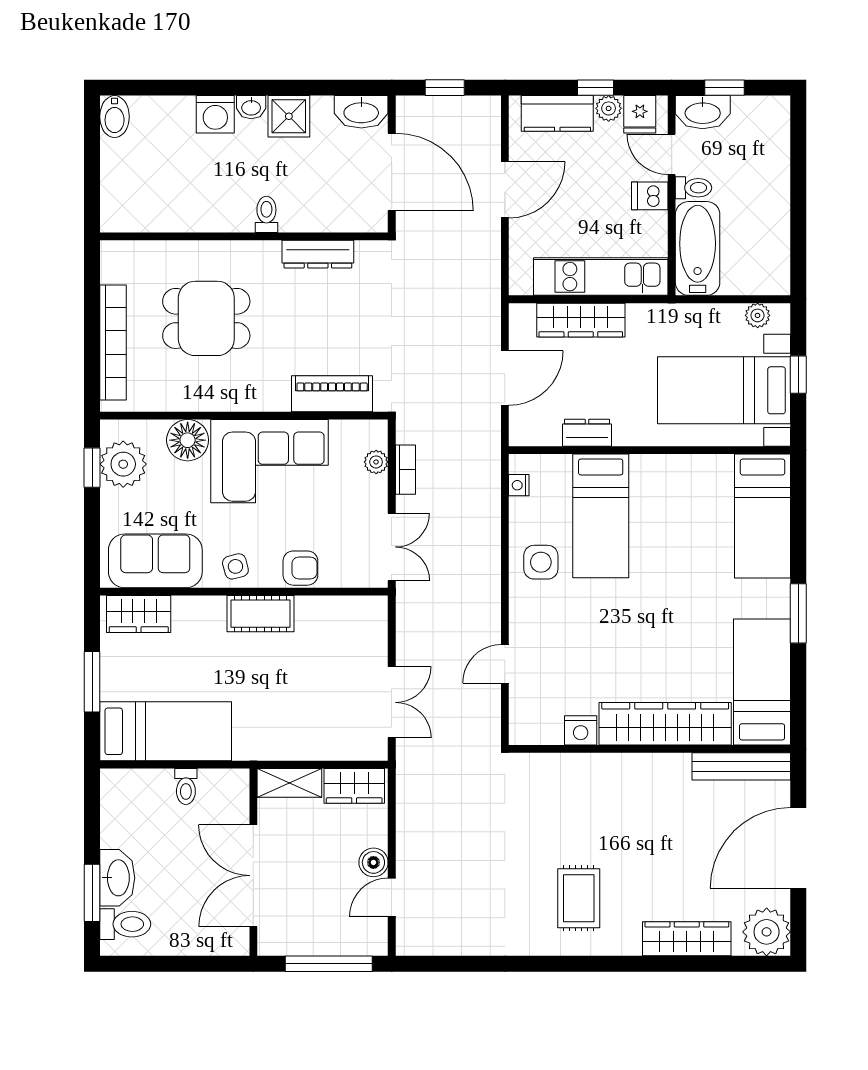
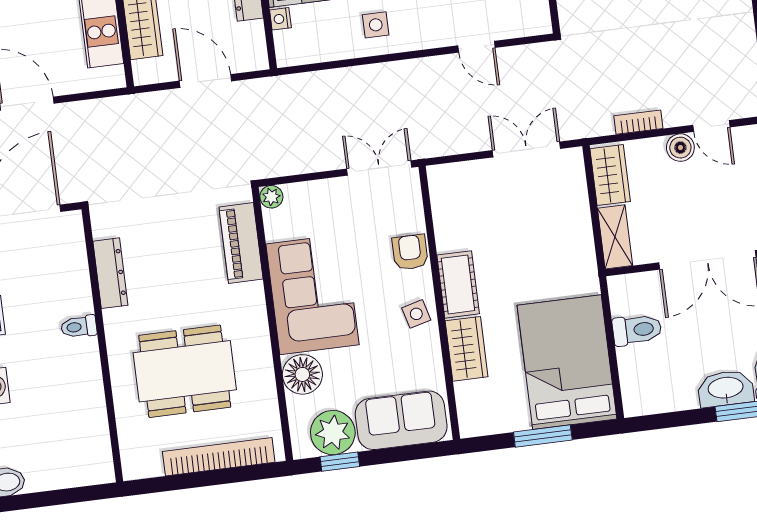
dining table: (206, 318) -> (185, 371), width x1.38
plant: (376, 462) -> (271, 197), moved
bookcase: (405, 470) -> (638, 122), moved
nightstand: (519, 485) -> (280, 19), moved, turned 90
sofa: (155, 561) -> (401, 420), moved, turned 90
side table: (541, 562) -> (376, 25), width x0.73, depth x0.73
wardrobe: (139, 614) -> (467, 349), moved
bed: (166, 731) -> (567, 362), width x1.50
toilet: (186, 786) -> (637, 330), width x1.37, depth x1.39

